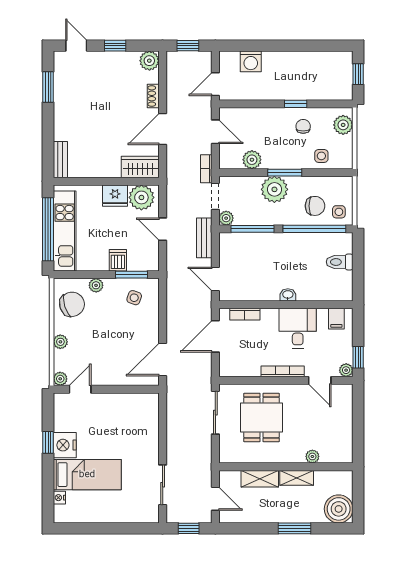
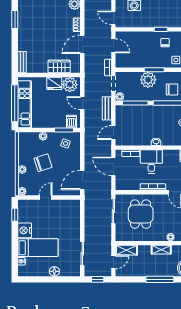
door: (215, 84) -> (113, 18), hinge flipped
plant: (252, 160) -> (135, 62), removed
wardrobe: (140, 167) -> (59, 67), moved
dishwasher: (118, 260) -> (71, 122), moved
door: (215, 279) -> (113, 132), hinge flipped
chair: (72, 304) -> (43, 163), moved
desk: (298, 328) -> (151, 161), moved
door: (215, 336) -> (113, 166), hinge flipped
door: (80, 389) -> (46, 197), moved
window: (48, 442) -> (15, 215), moved
shelving: (260, 479) -> (126, 250), moved
door: (215, 499) -> (113, 262), hinge flipped
floor lamp: (115, 515) -> (54, 271), added
window: (294, 528) -> (160, 279), width x1.44

